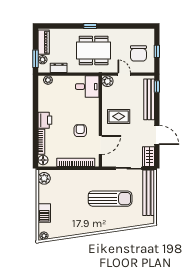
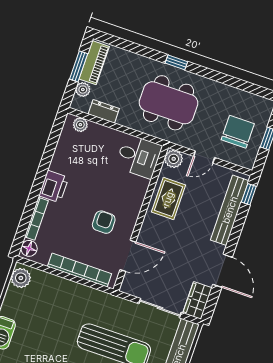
chair: (138, 53) -> (238, 132), turned 180
window: (36, 59) -> (79, 66), moved
door: (124, 74) -> (204, 157), swing flipped
rug: (119, 116) -> (168, 199), moved, turned 90

